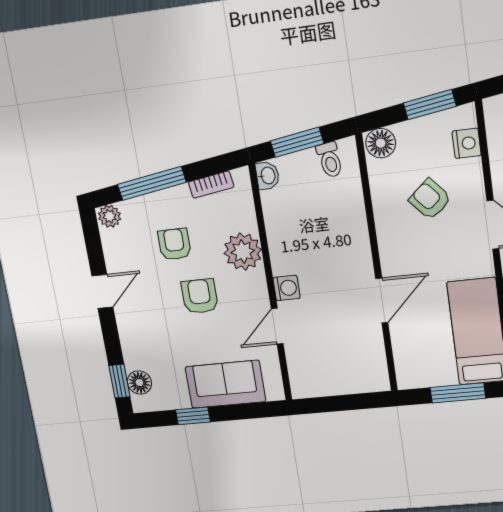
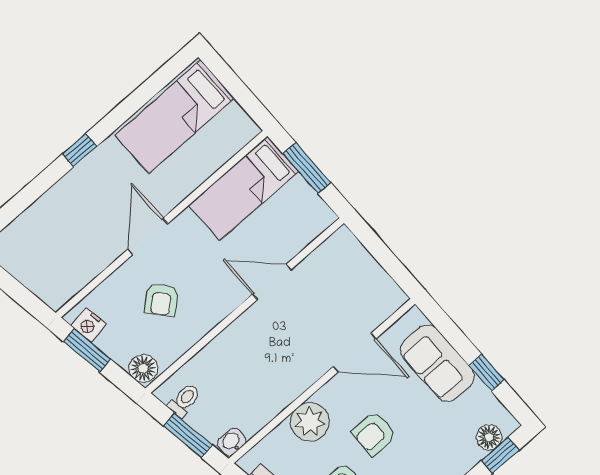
nightstand: (467, 143) -> (89, 325), moved, turned -99
washing machine: (287, 288) -> (316, 366), removed
door: (277, 326) -> (355, 353), width x1.38

